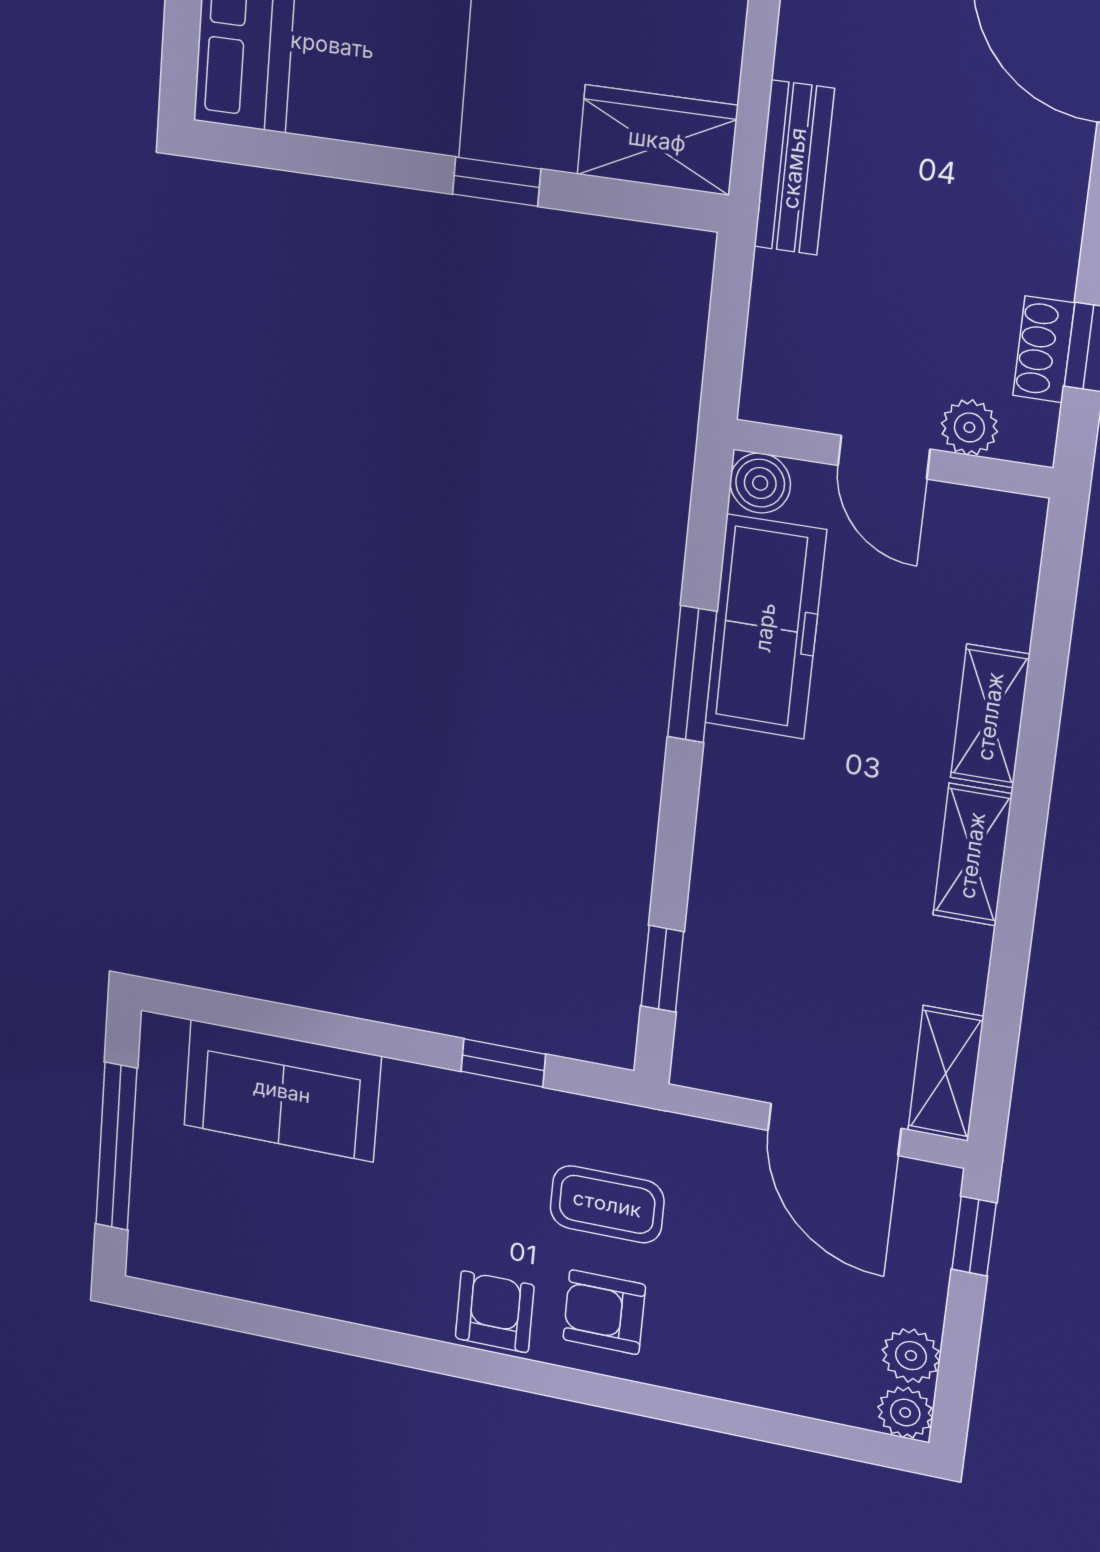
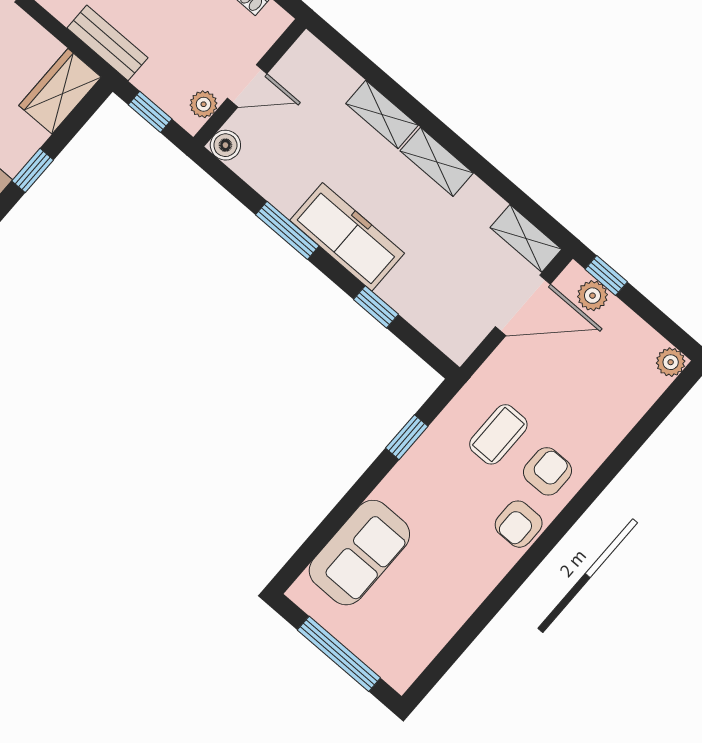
window: (728, 319) -> (150, 112), added
plant: (969, 427) -> (204, 104), moved
freezer: (765, 627) -> (347, 237), moved
window: (662, 969) -> (376, 307), moved
armchair: (495, 1312) -> (519, 524), turned -90
armchair: (604, 1312) -> (547, 471), turned 180
plant: (911, 1356) -> (592, 296), moved

